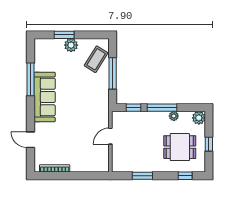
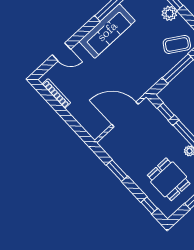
door: (110, 136) -> (125, 114), width x1.88
door: (30, 140) -> (61, 52), swing flipped

